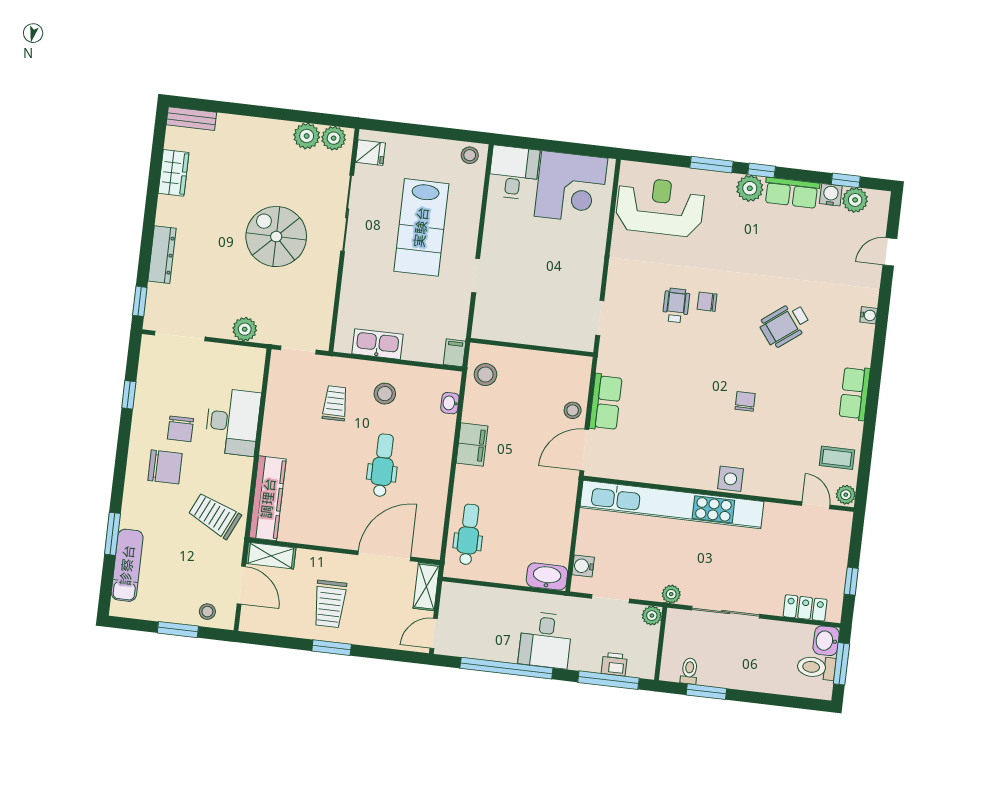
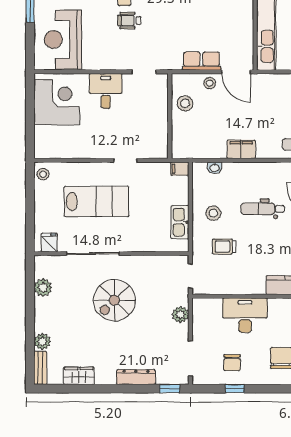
plant: (334, 138) -> (42, 342), moved
desk: (514, 173) -> (106, 91), moved, turned 90
stool: (485, 375) -> (185, 103), moved
chair: (180, 429) -> (232, 363), moved, turned 90

